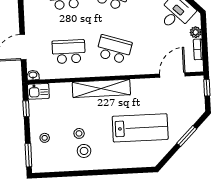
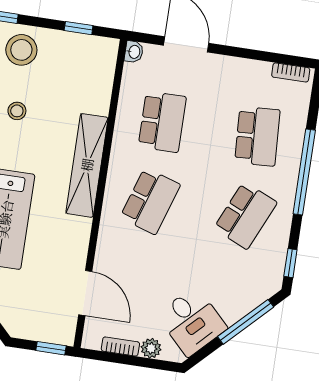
kitchen sink: (38, 91) -> (104, 55), removed
stool: (45, 138) -> (21, 50), width x1.89, depth x1.89

